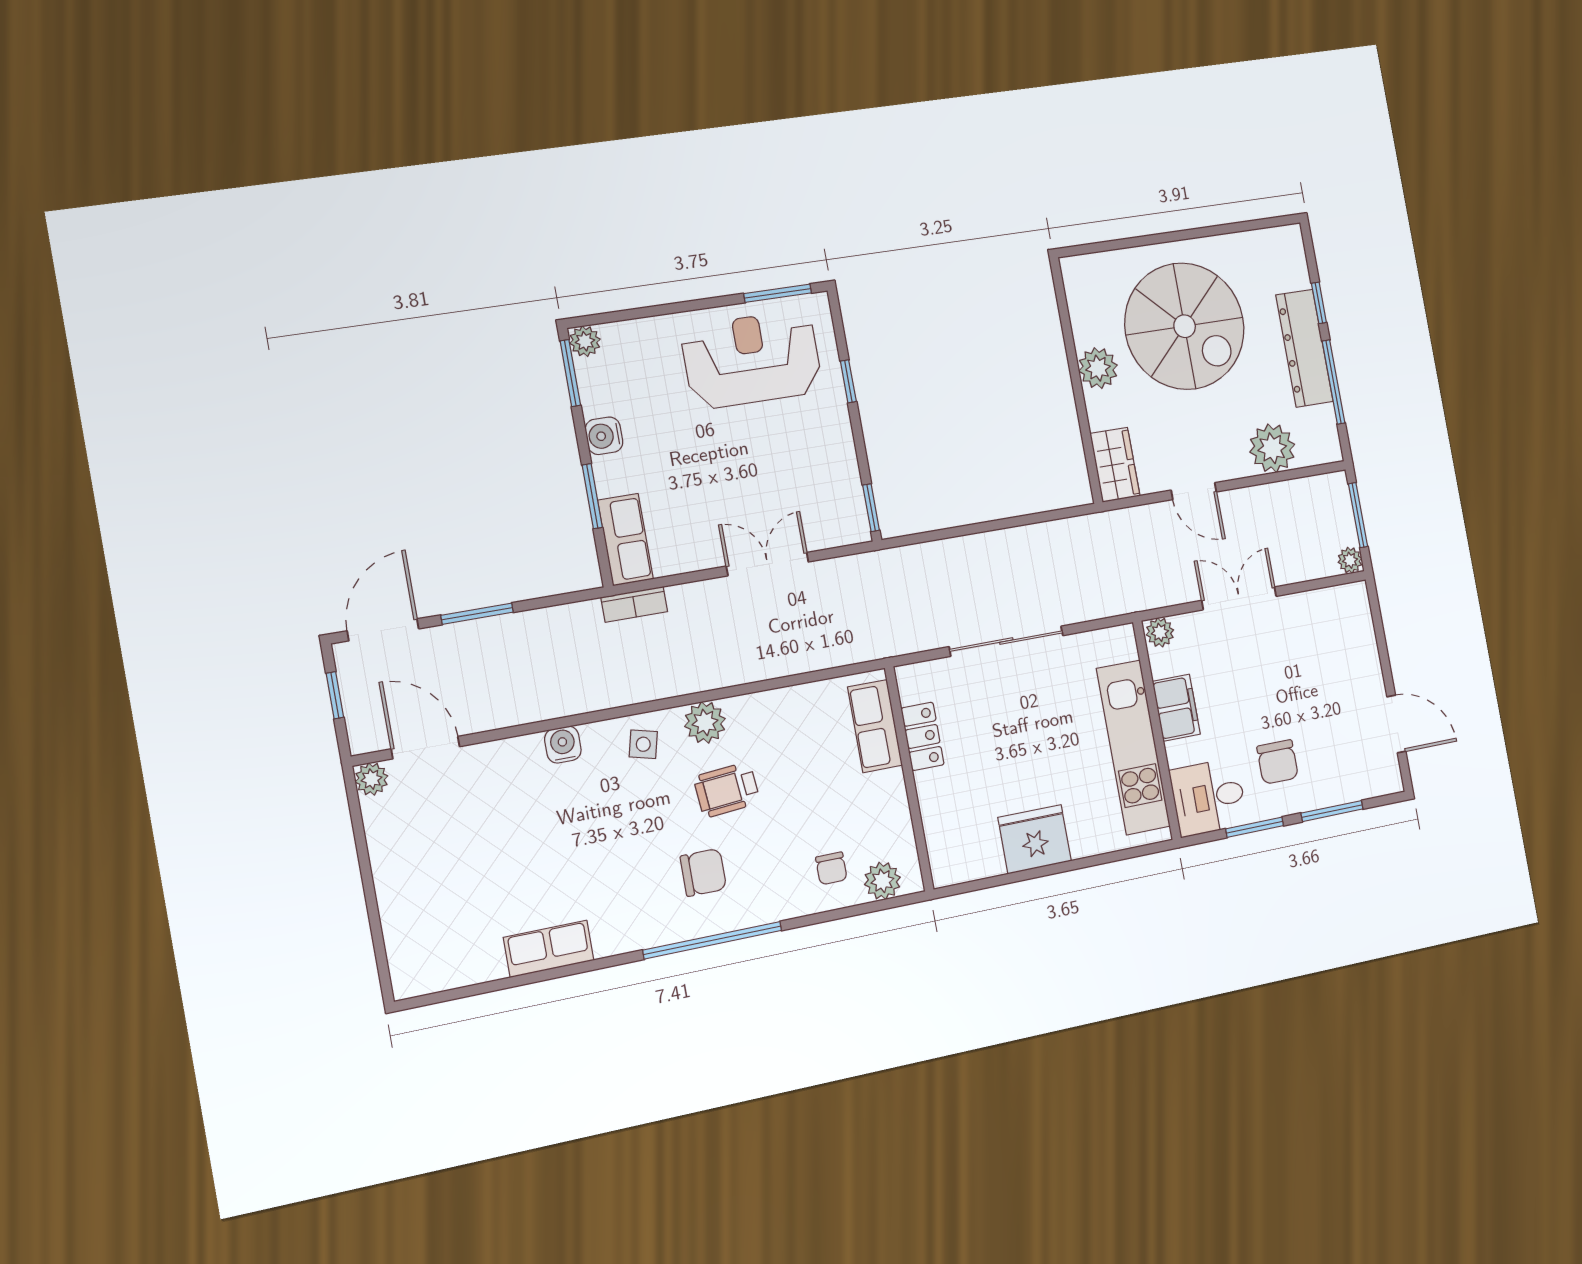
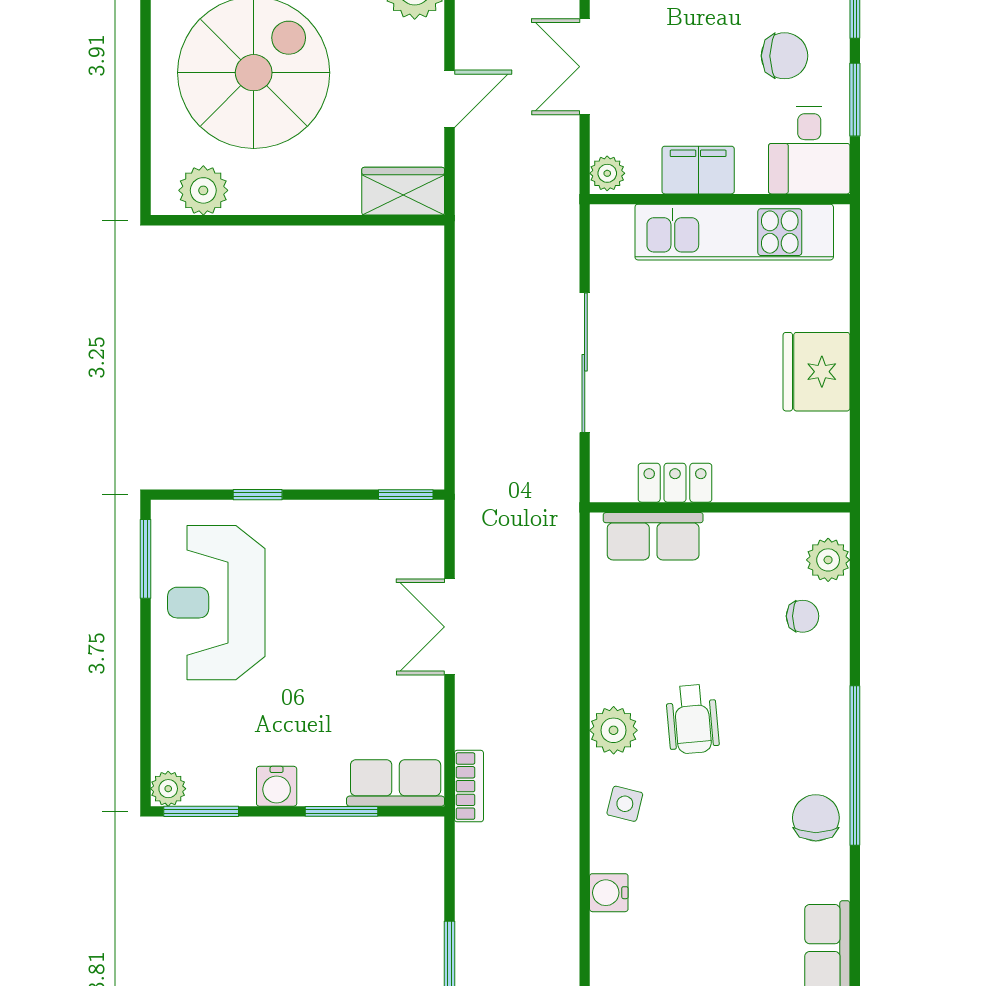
plant: (1098, 368) -> (203, 190), moved
chair: (703, 872) -> (816, 818), moved

